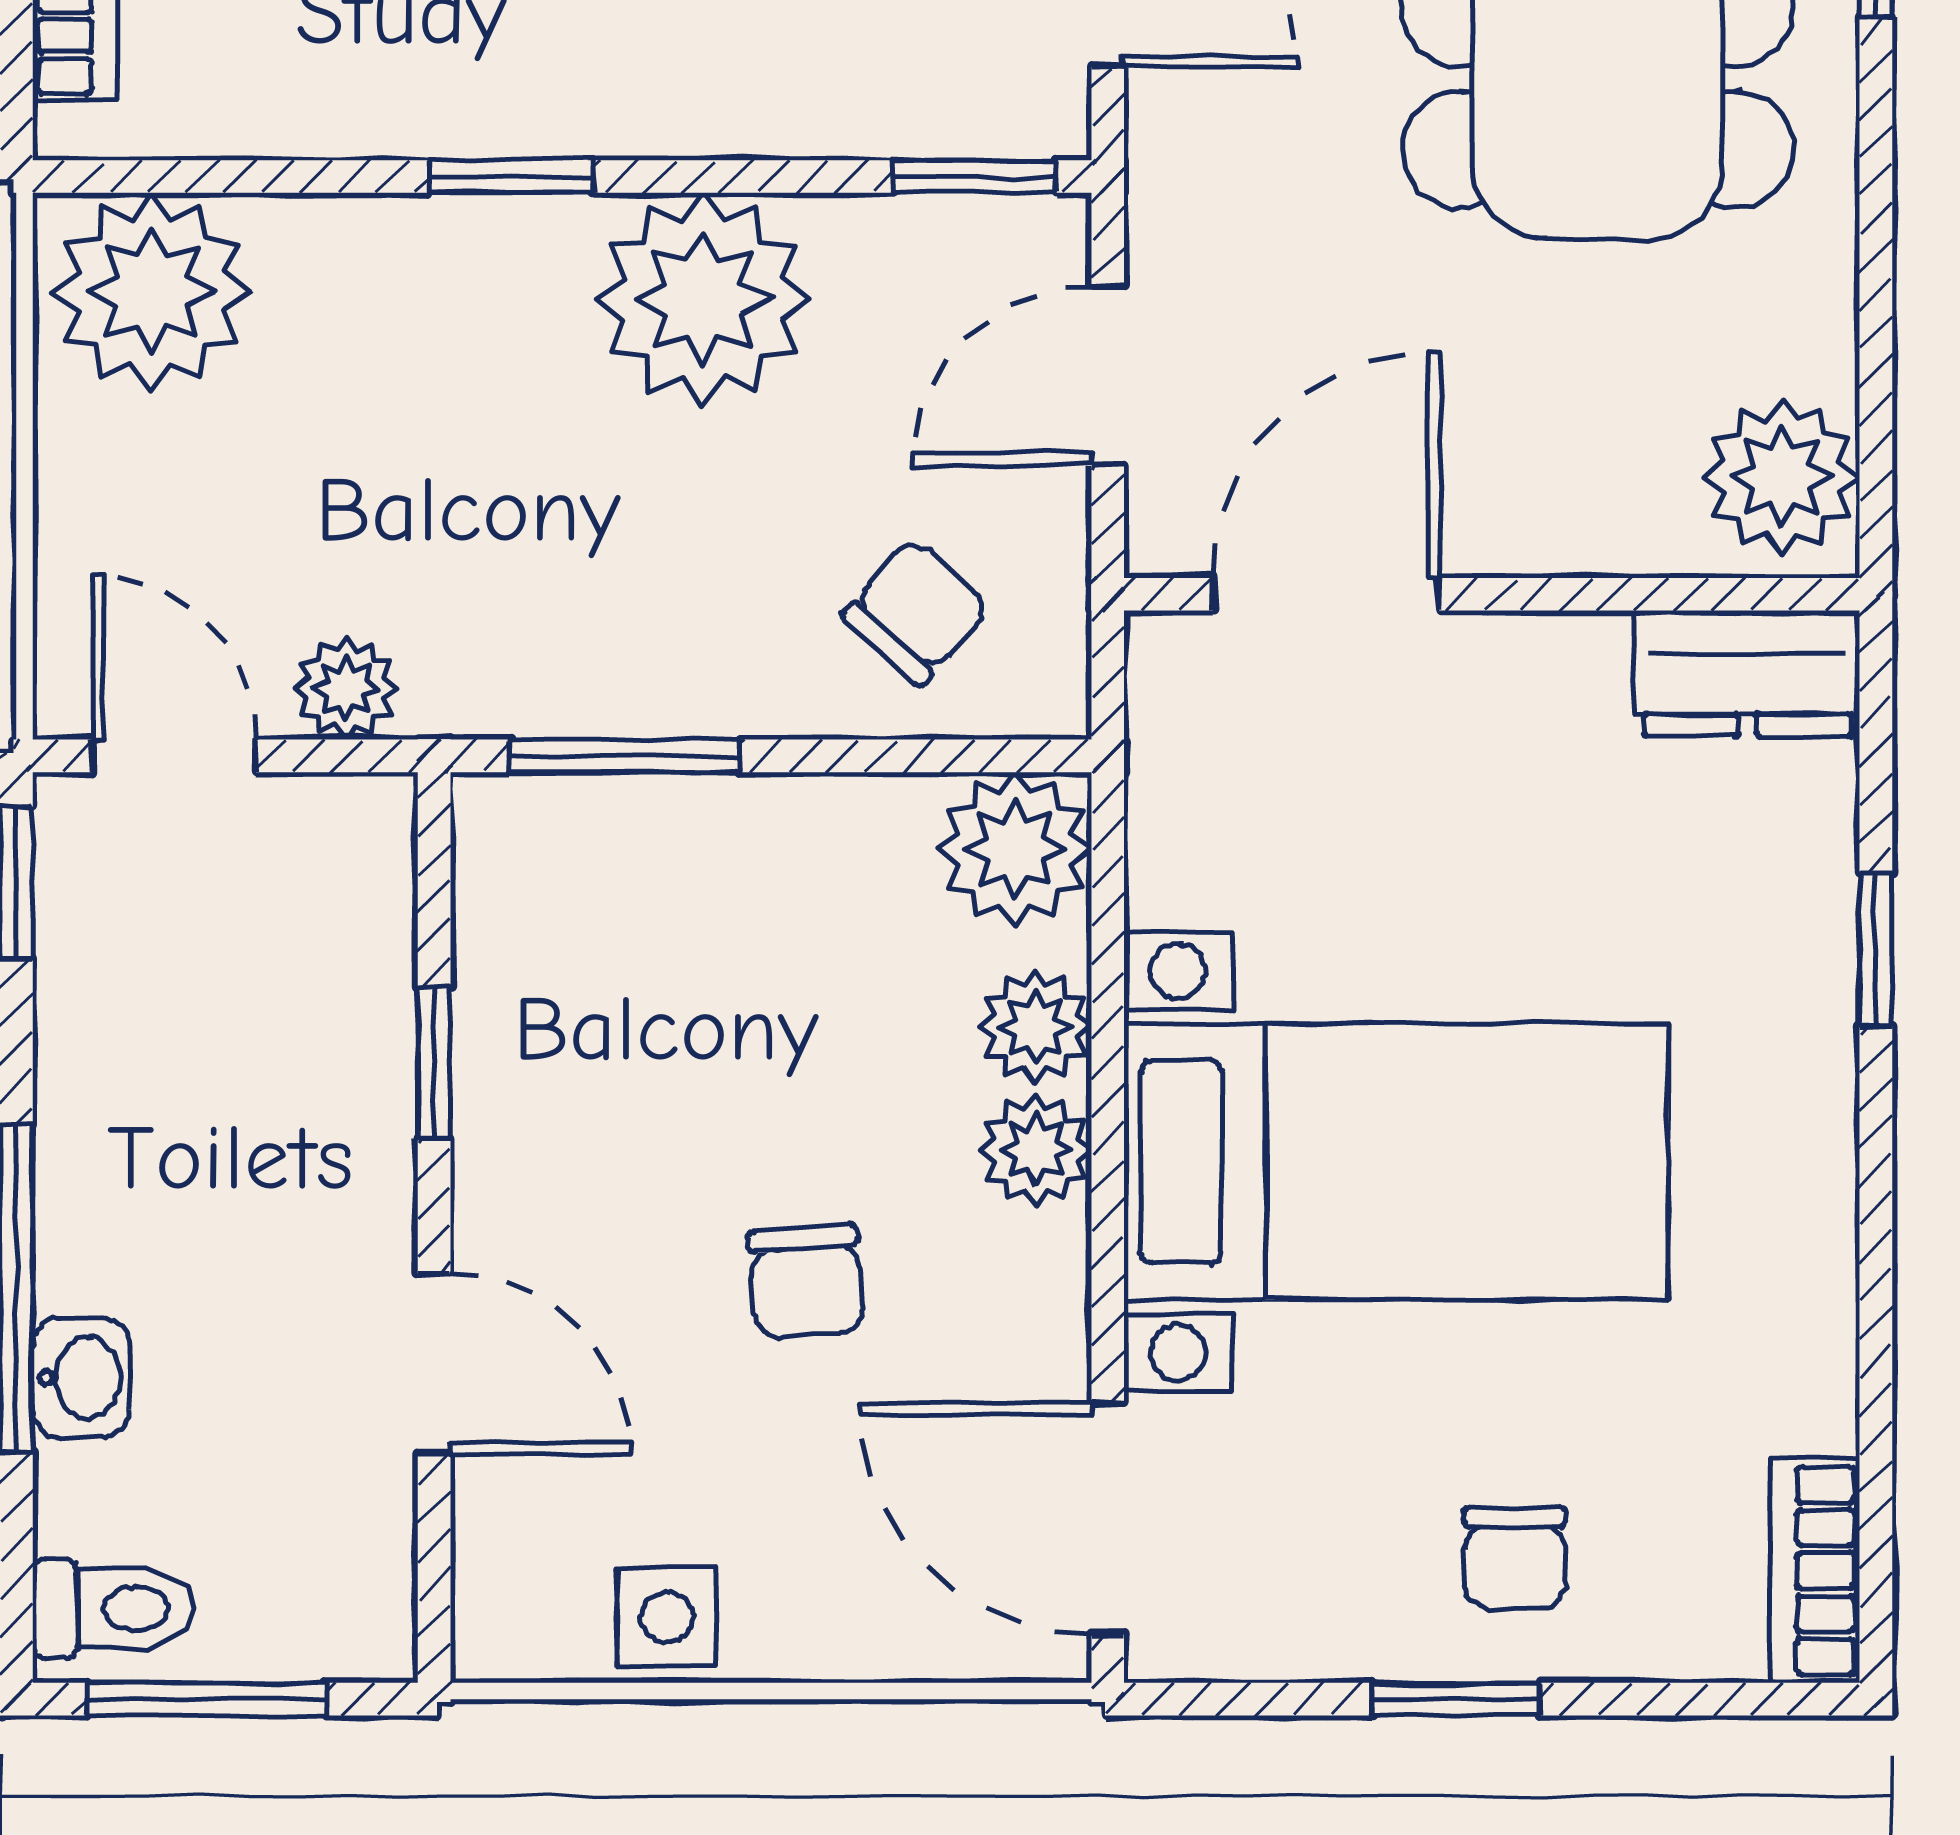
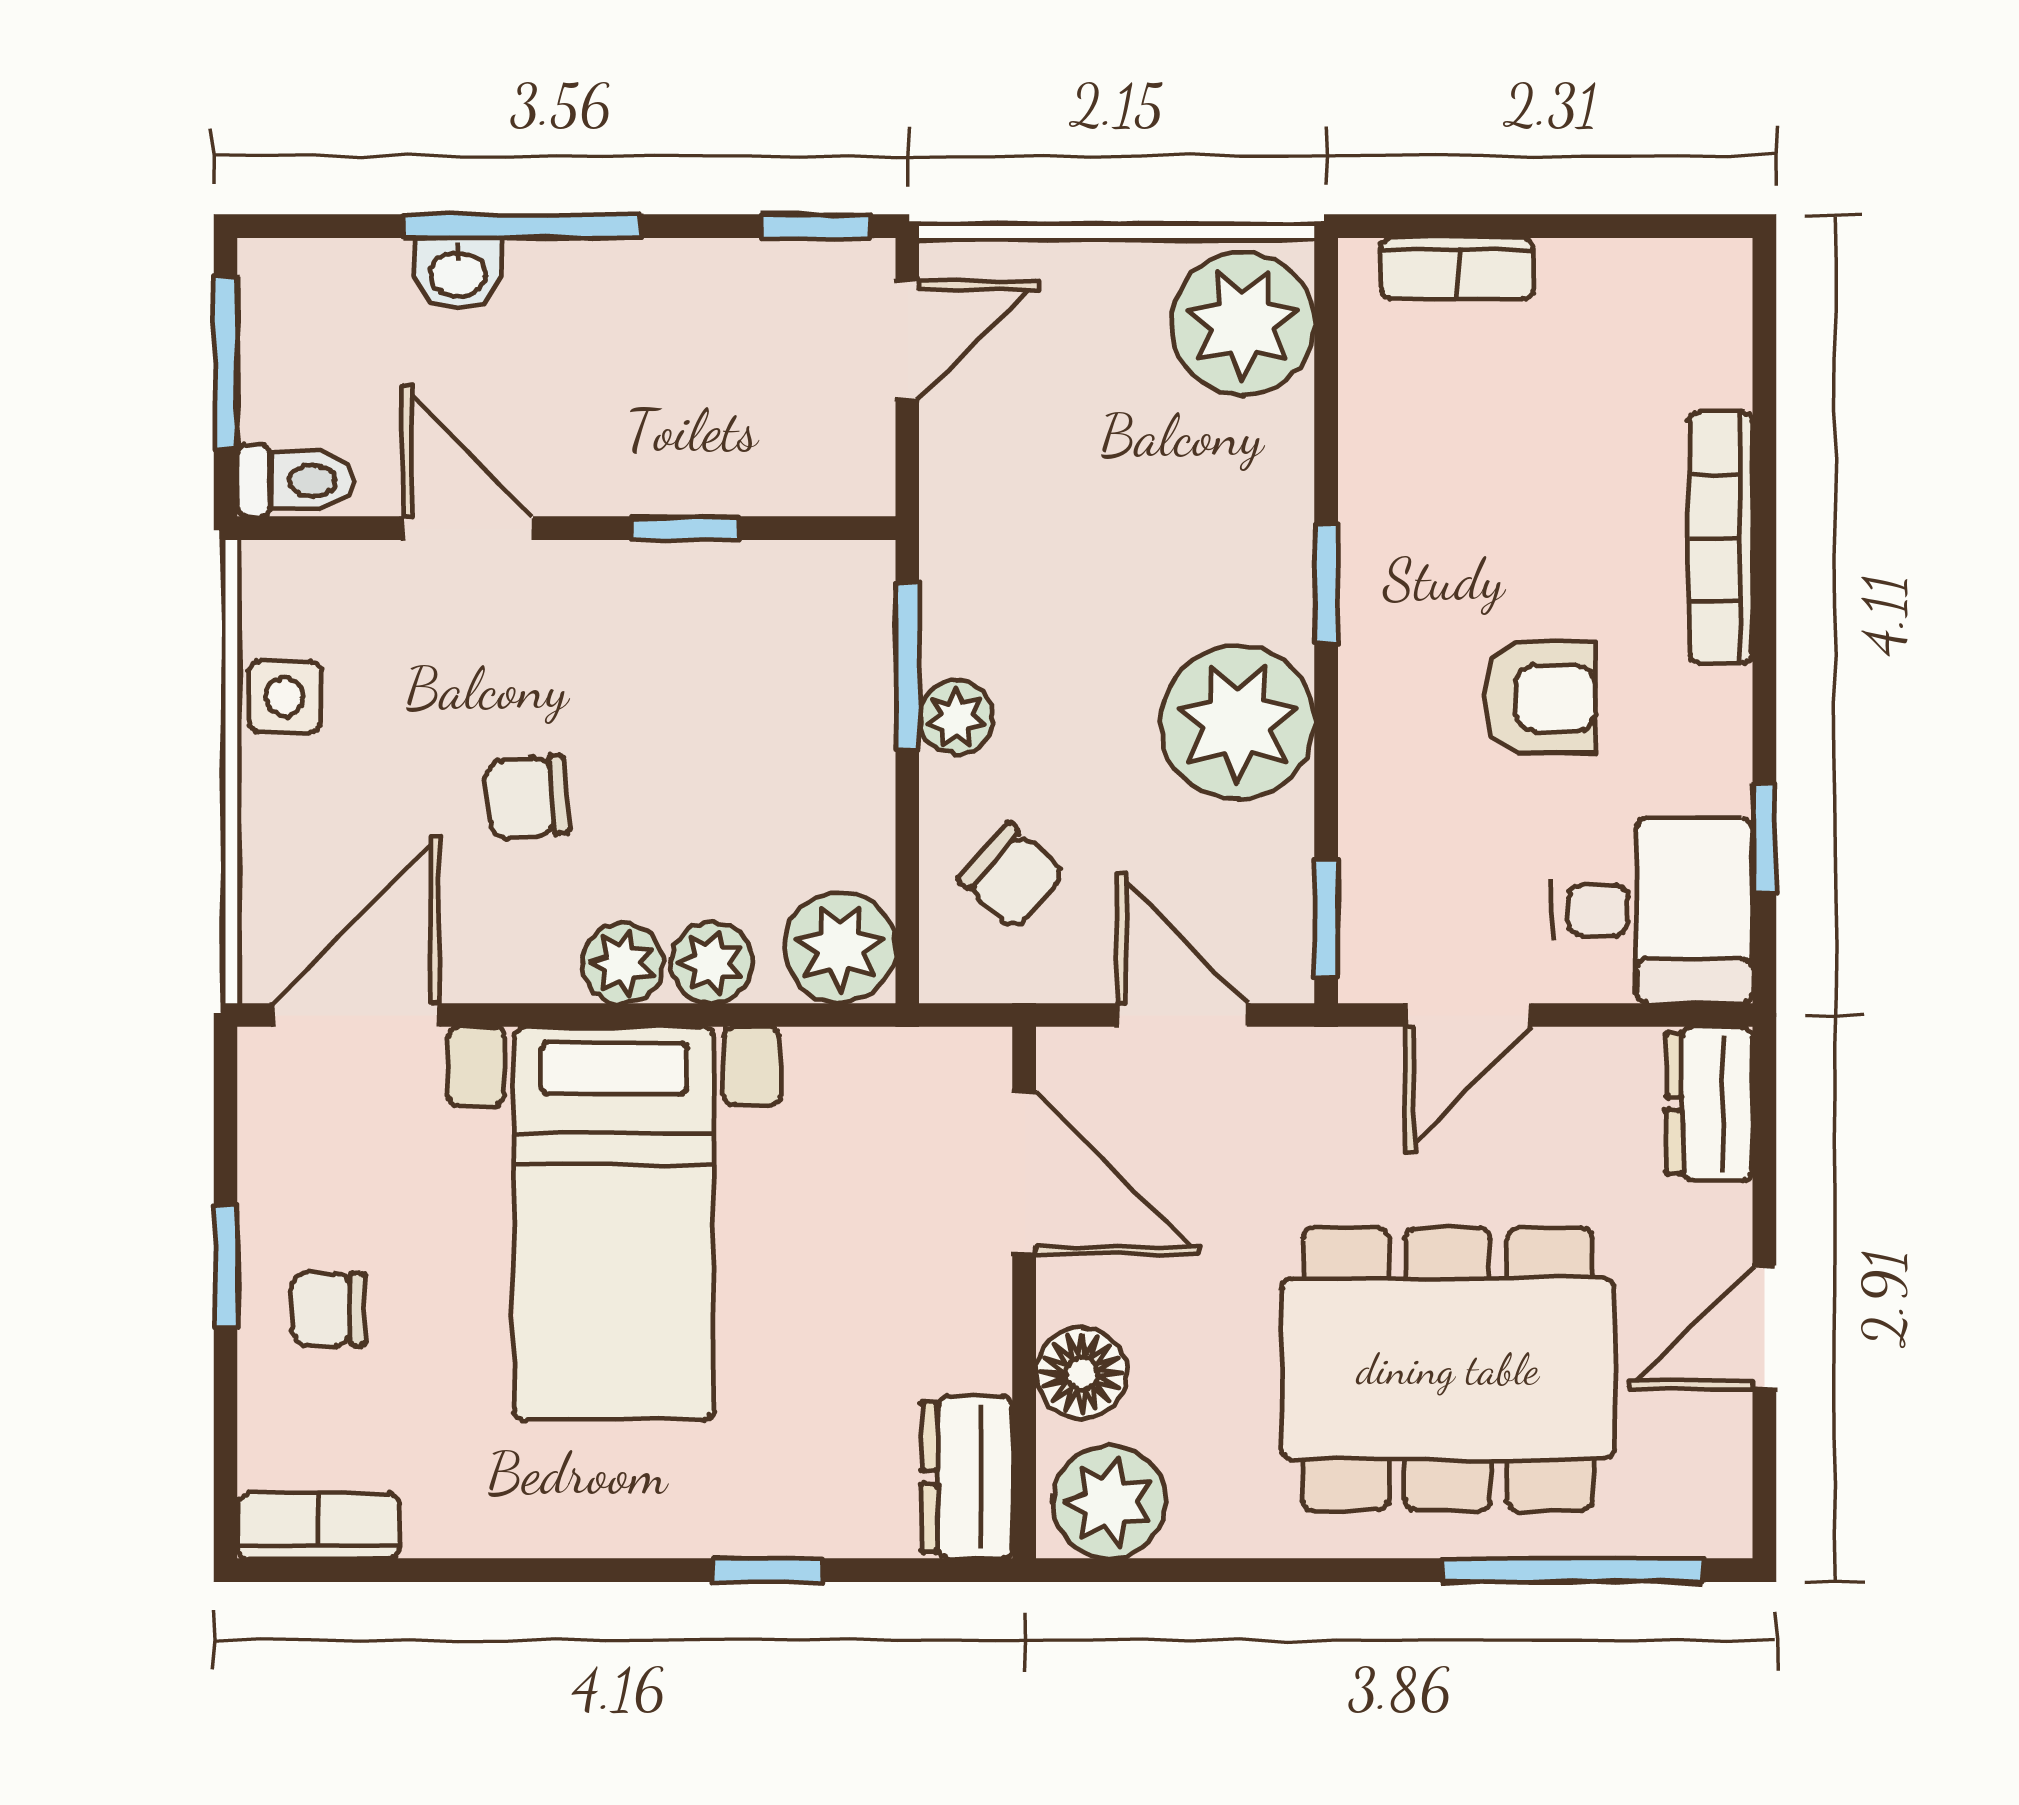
floor lamp: (1603, 515) -> (1082, 1373), added
plant: (346, 688) -> (956, 717), moved
door: (434, 1364) -> (468, 528), swing flipped
toilet: (113, 1608) -> (296, 480), moved, turned -90

